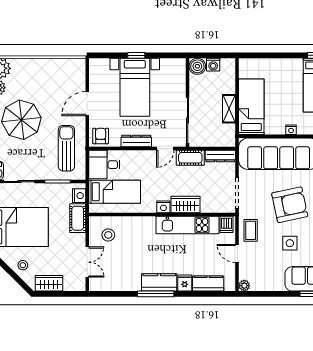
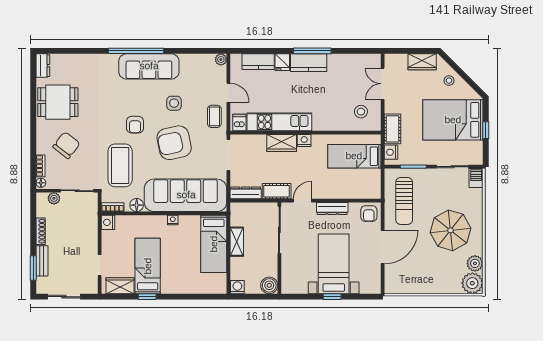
washing machine: (213, 65) -> (237, 287), moved
door: (87, 104) -> (383, 247), width x1.36
desk: (104, 165) -> (365, 184), removed

